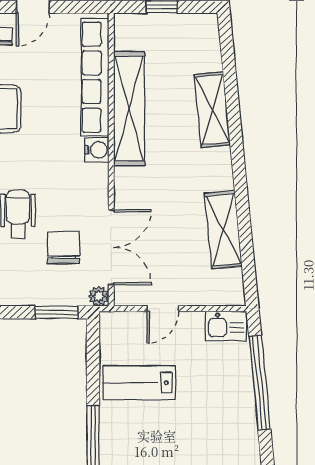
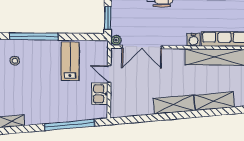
shelving: (223, 230) -> (174, 104), moved
chair: (63, 248) -> (142, 22), removed
kitchen sink: (226, 326) -> (100, 94), moved

